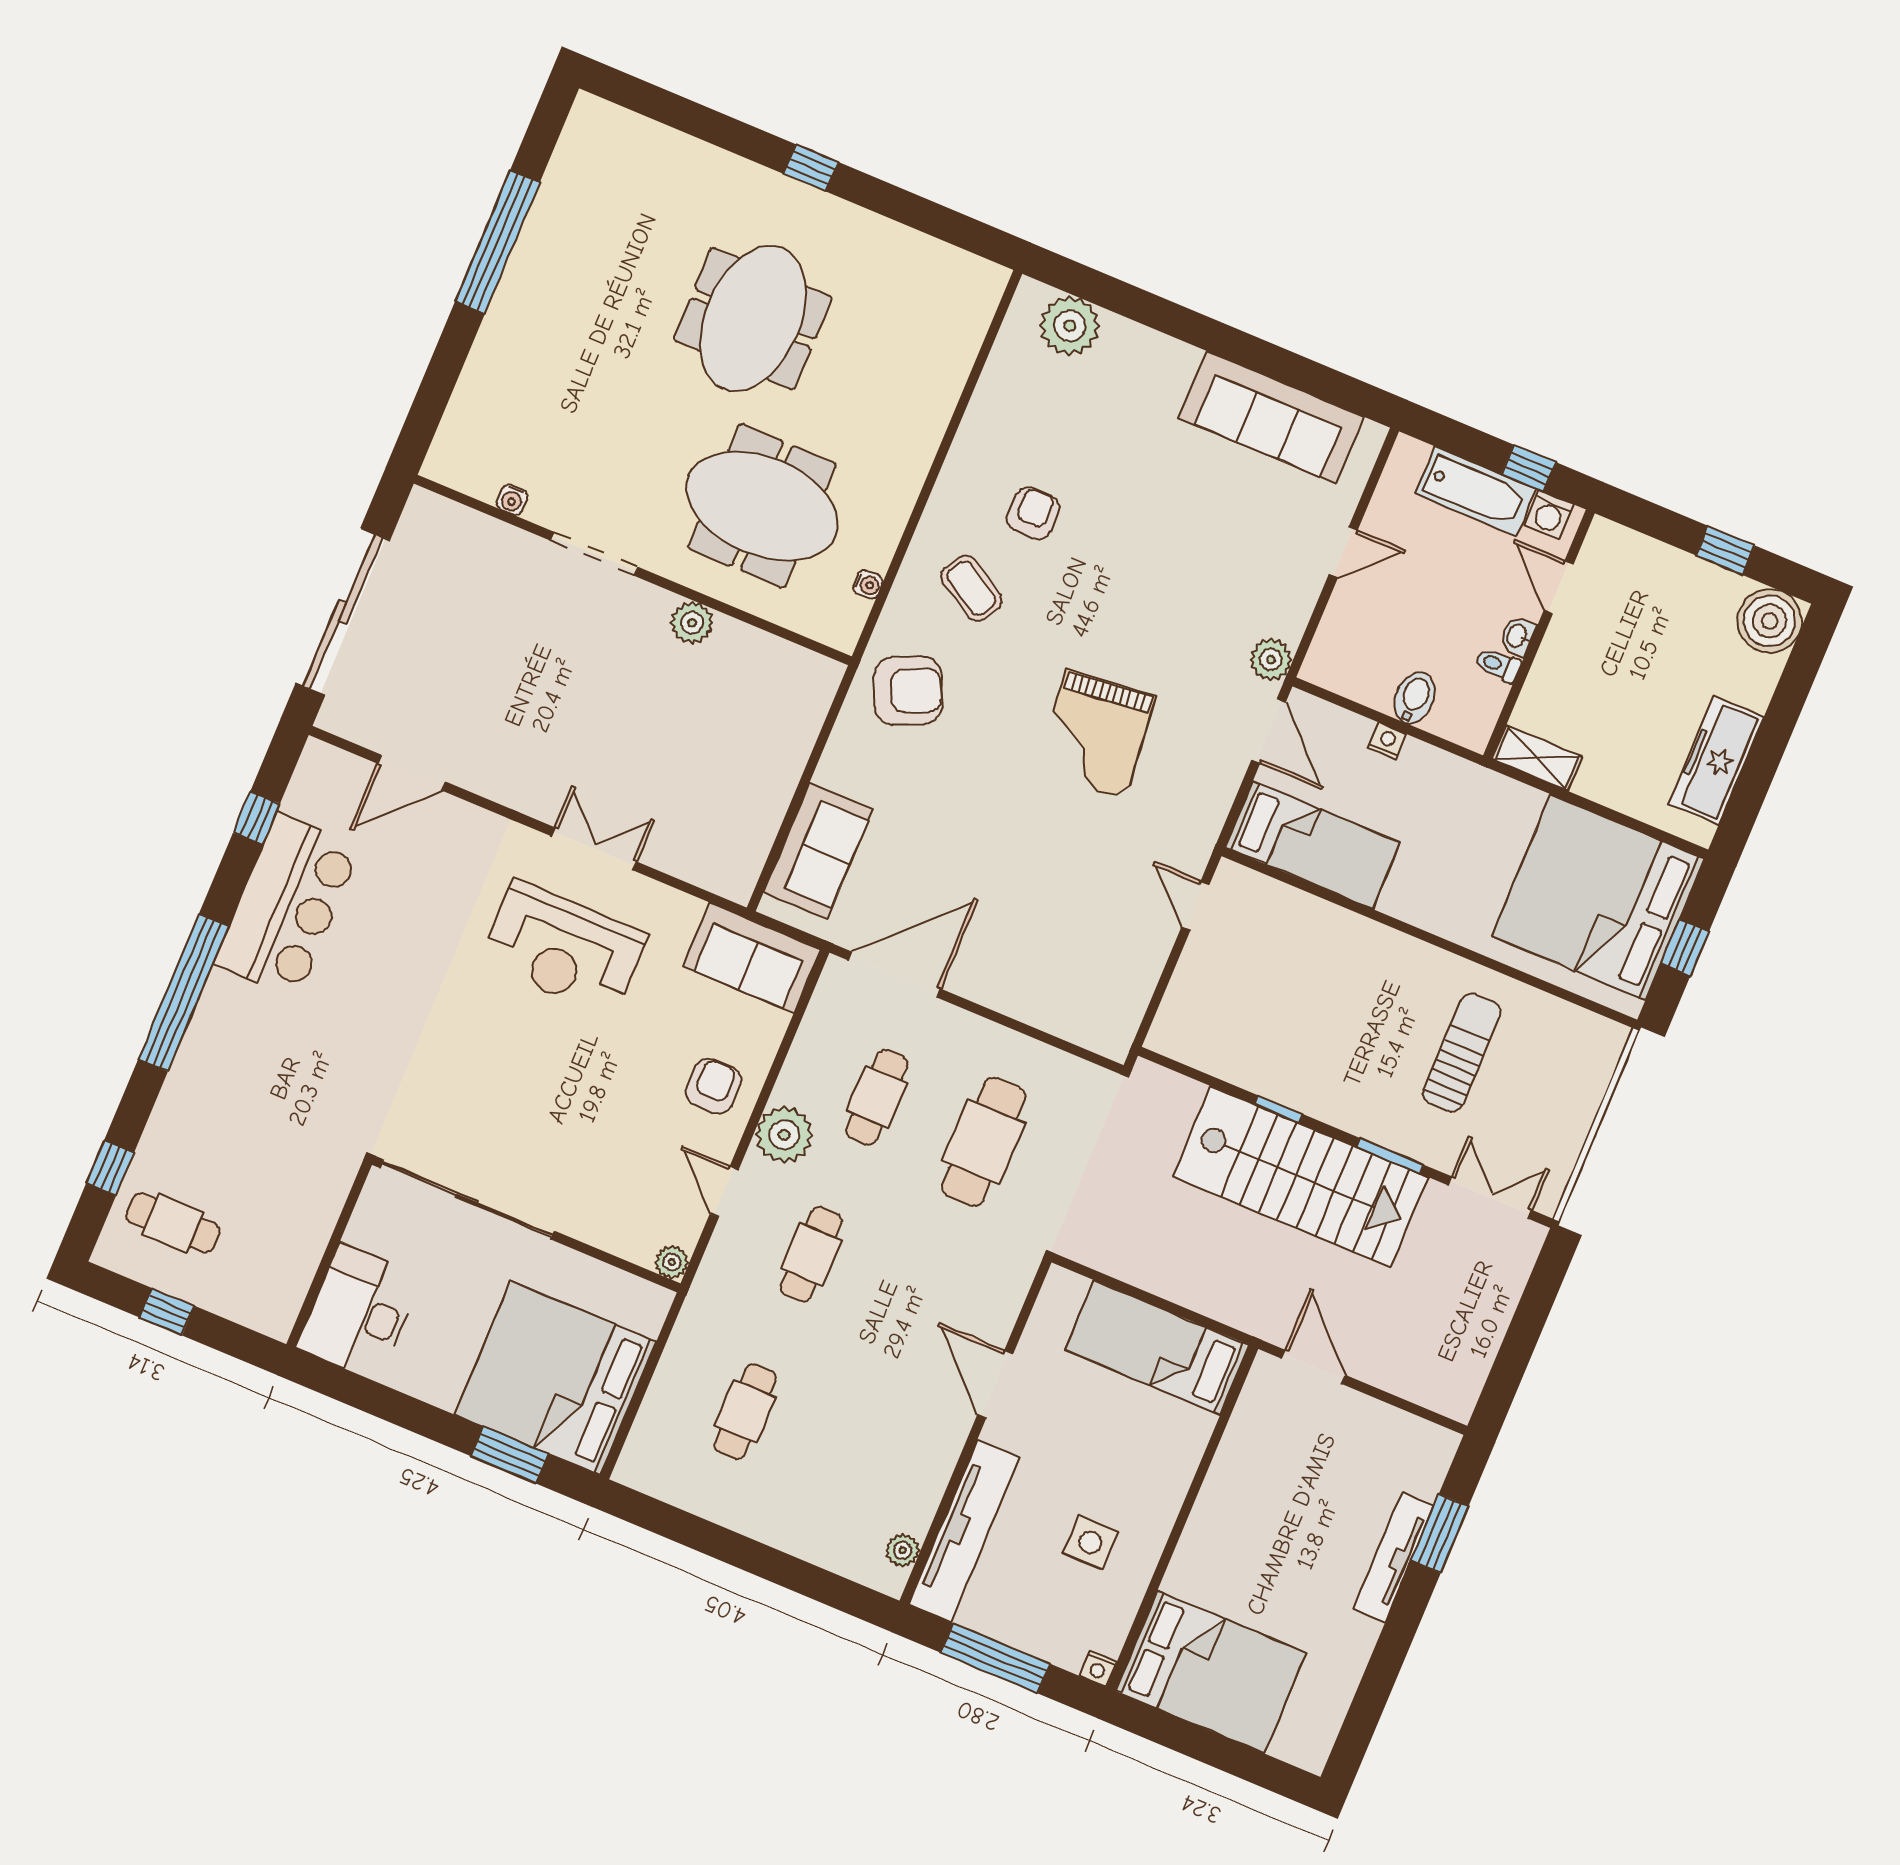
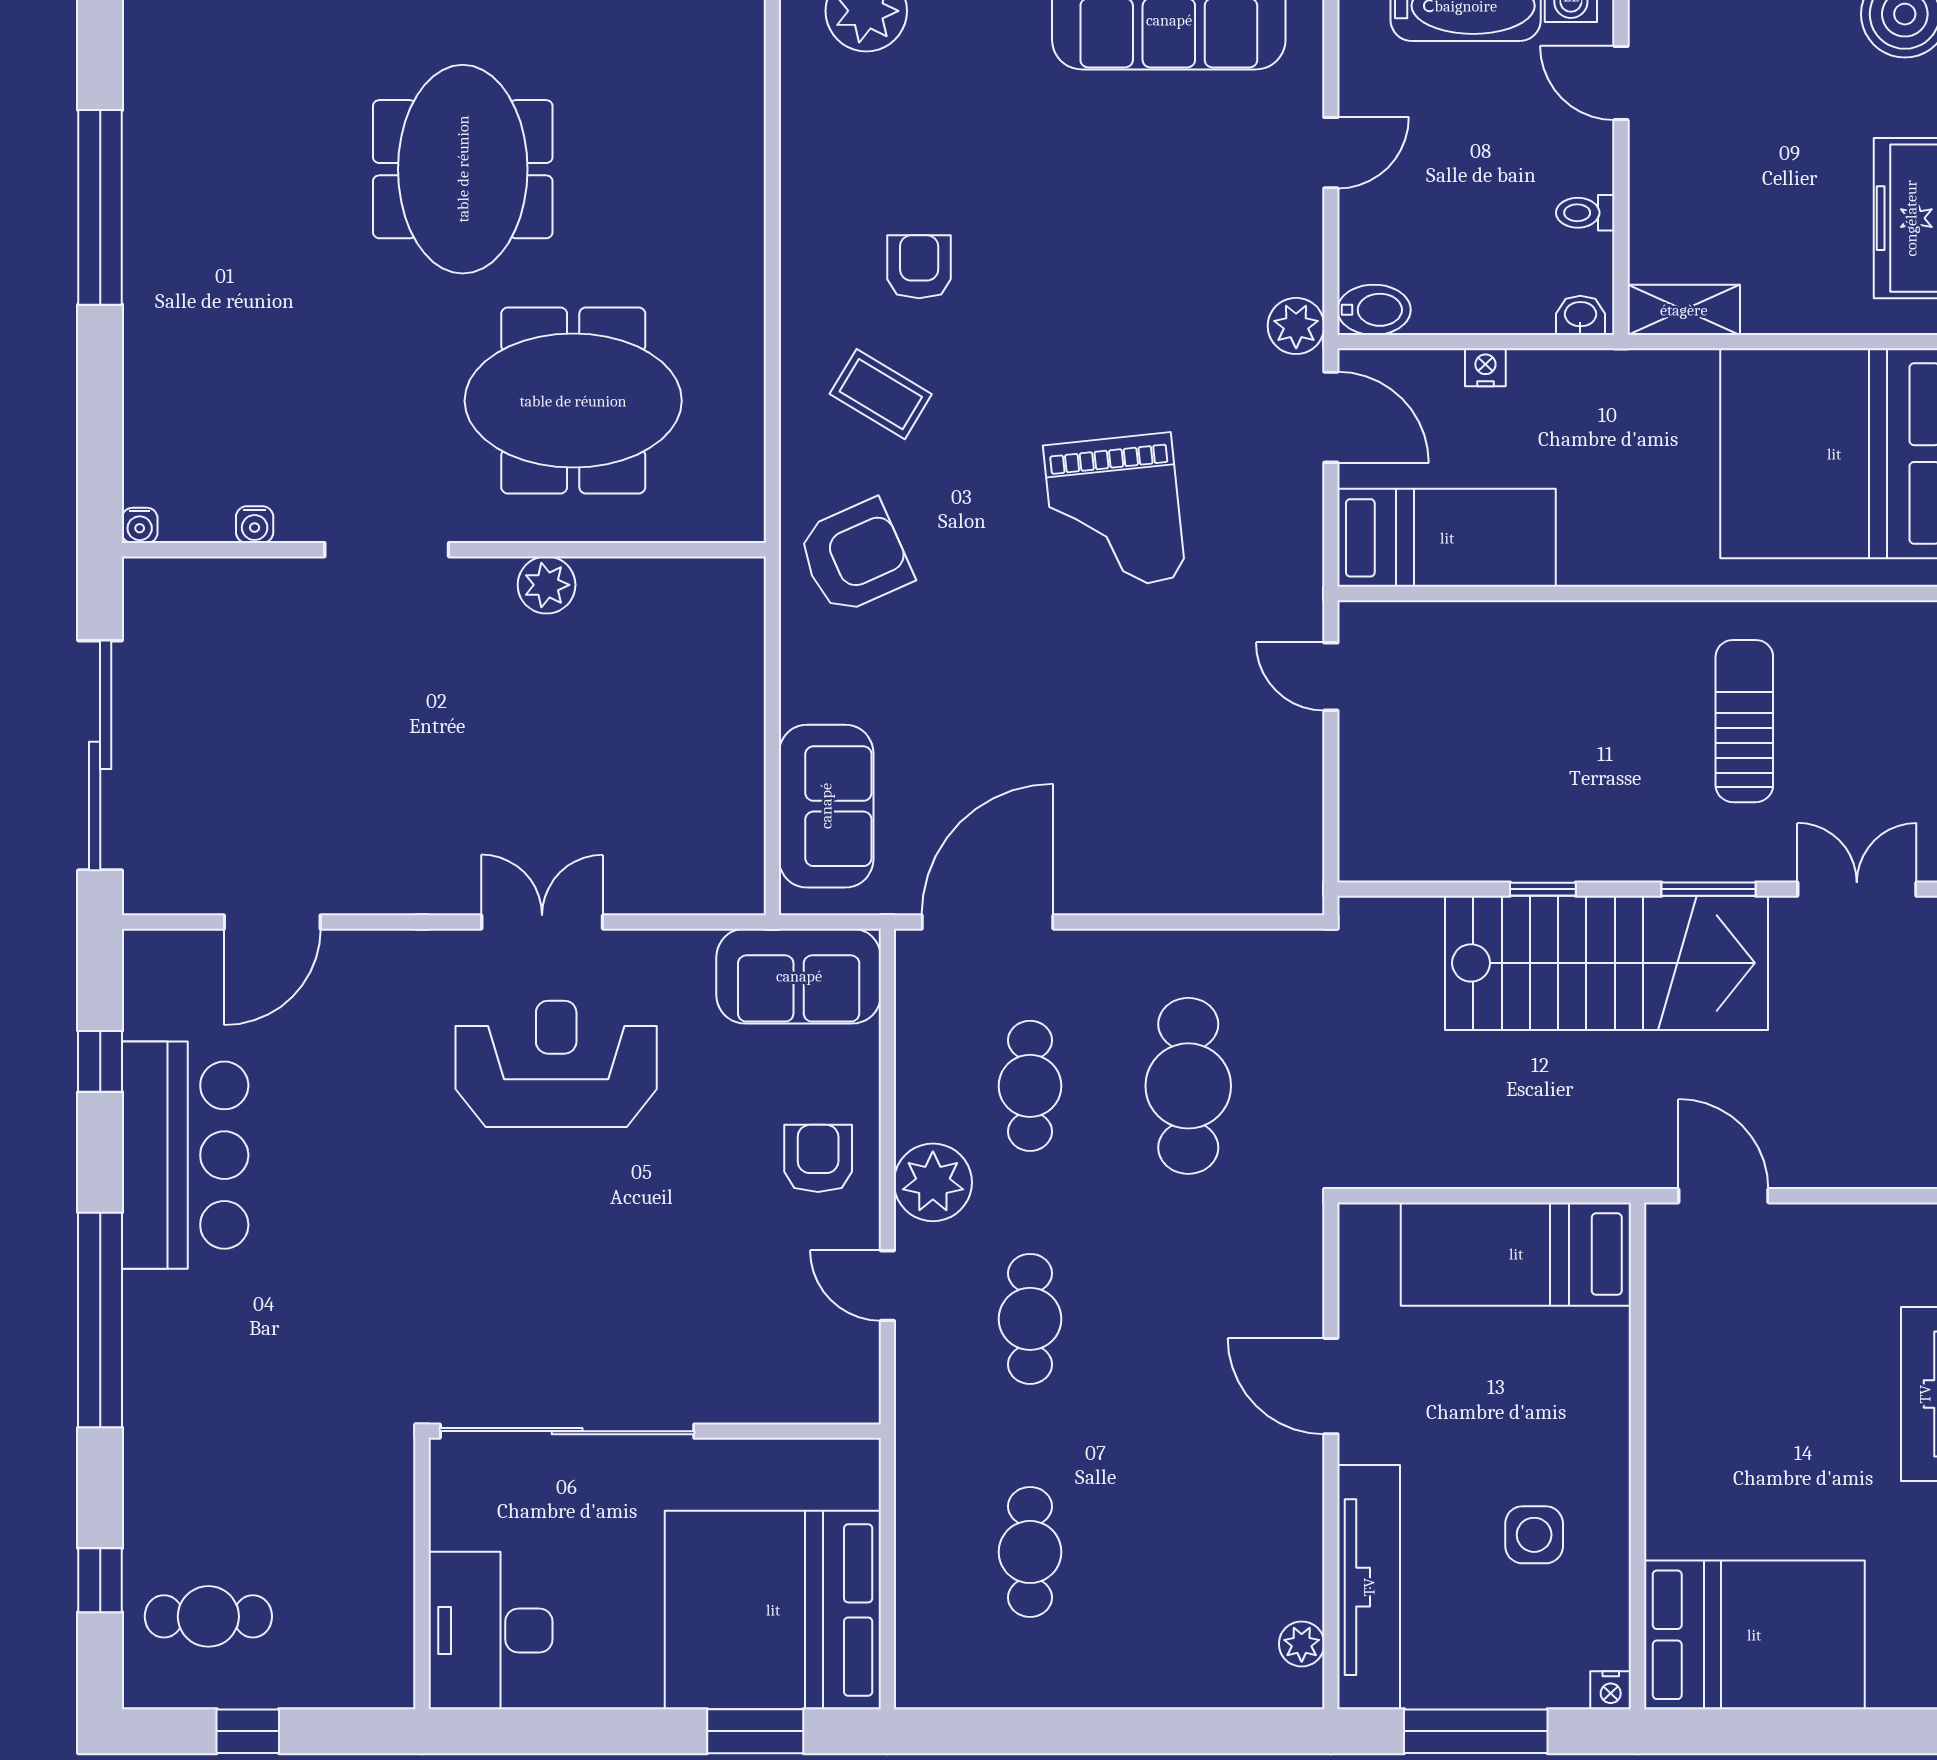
water cooler: (868, 585) -> (140, 525), moved, turned 90
washbasin: (1517, 636) -> (1580, 315), moved, turned 90
bidet: (1415, 698) -> (1374, 310), moved, turned 90
reception desk: (563, 949) -> (556, 1064), turned 180
plant: (672, 1262) -> (858, 1402), removed

